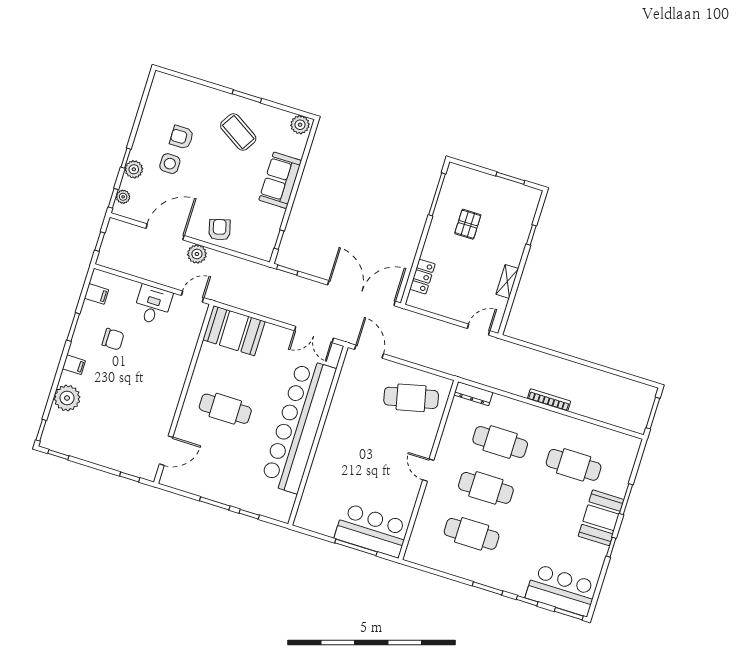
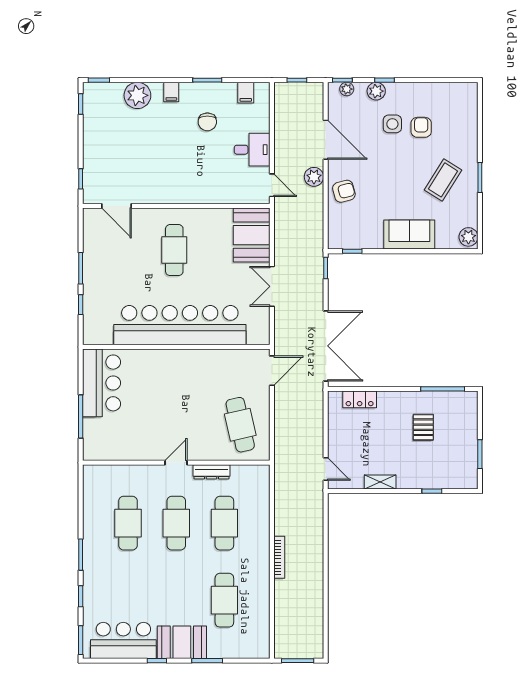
pallet: (468, 224) -> (423, 427), turned 90
double door: (314, 334) -> (272, 286), moved
dresser: (473, 394) -> (211, 472), moved, turned -90
bar counter: (372, 530) -> (101, 383), moved
bar counter: (561, 590) -> (123, 640), moved, turned -90

